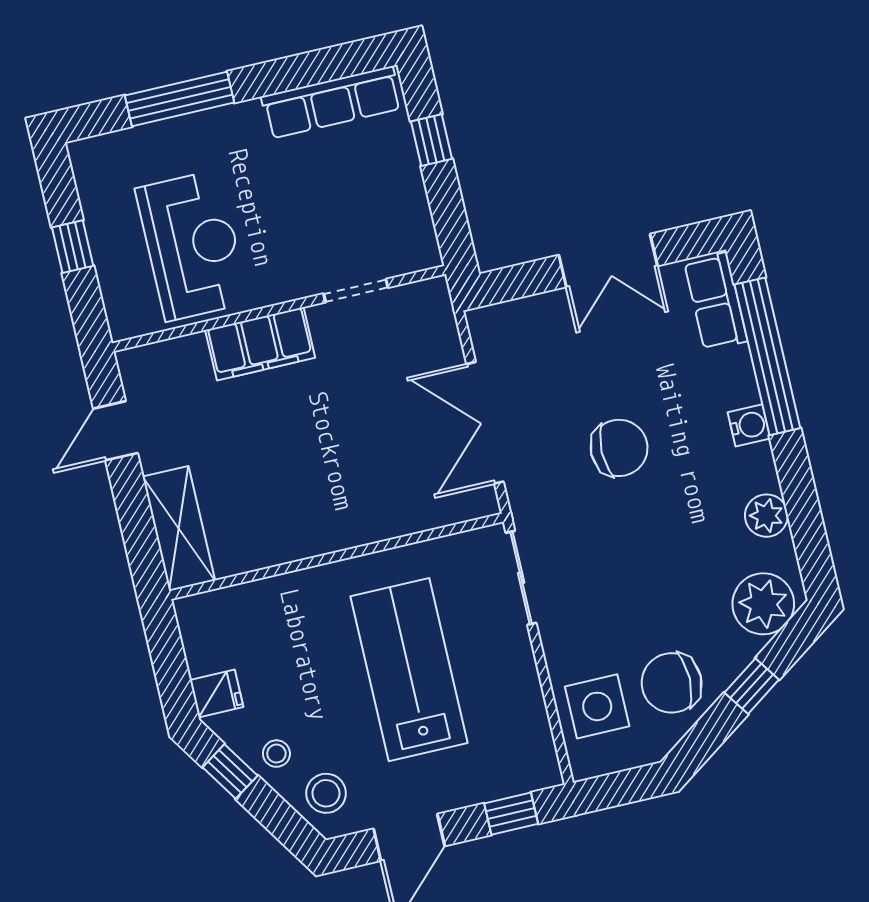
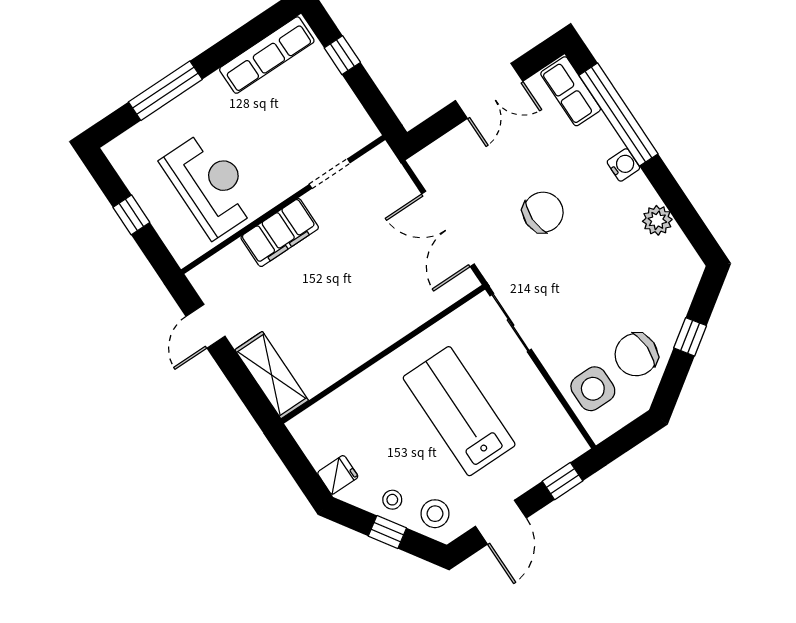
plant: (763, 604) -> (677, 279), removed
window: (230, 771) -> (387, 532), moved

